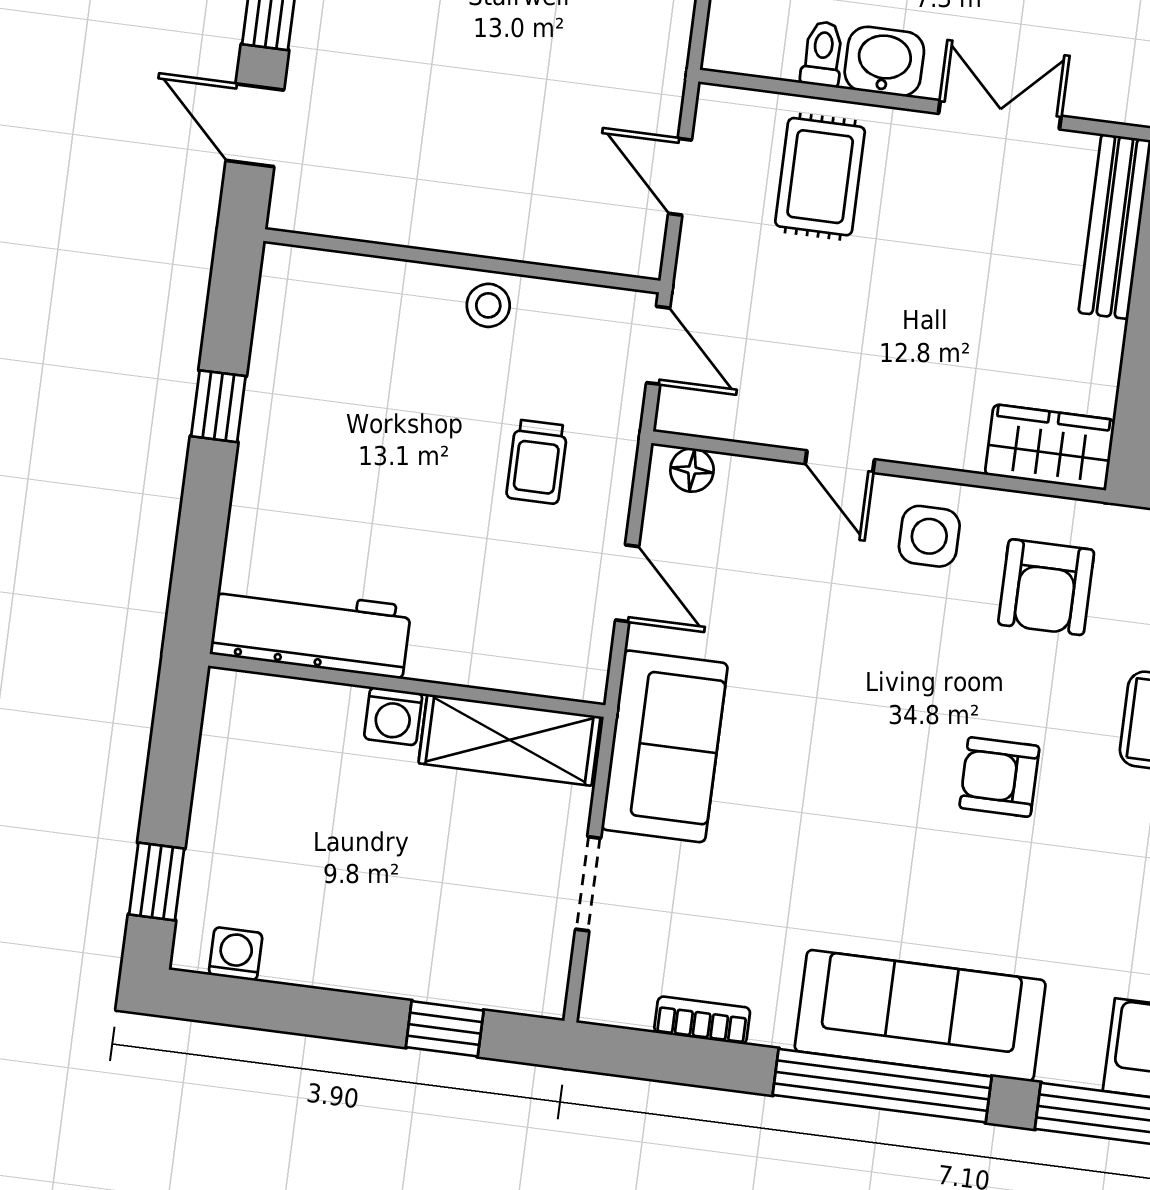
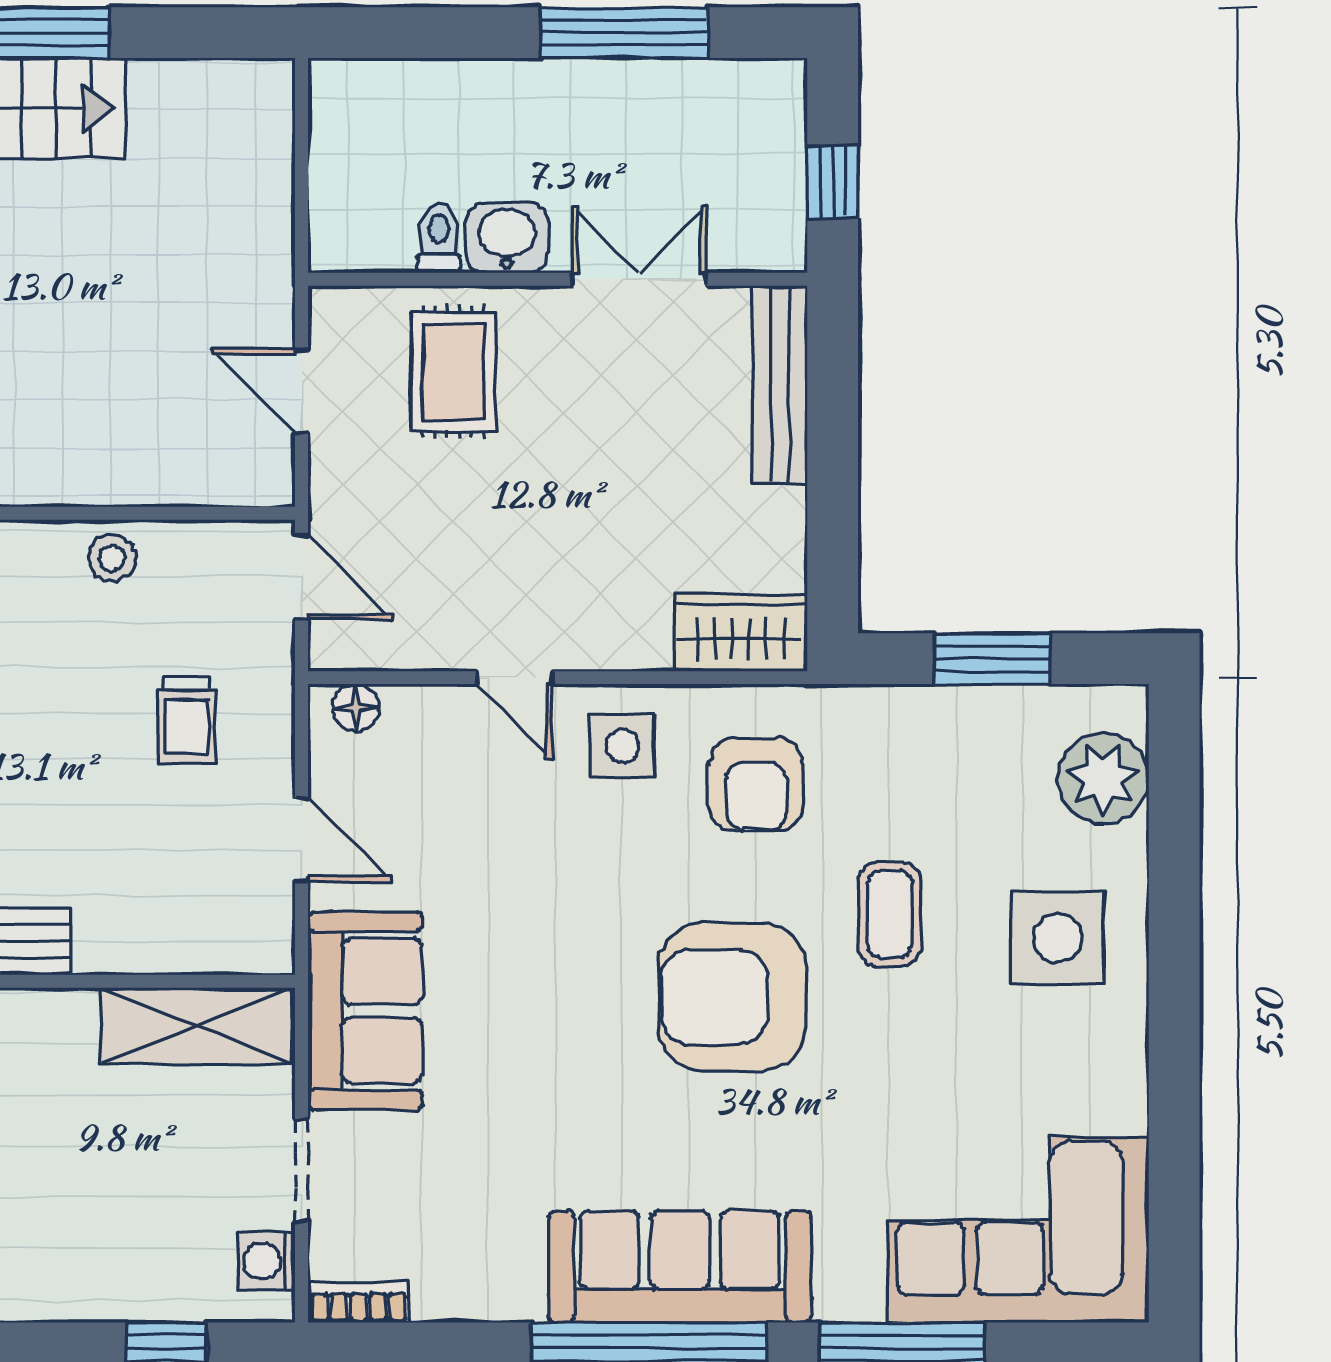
washing machine: (393, 716) -> (266, 1261), moved, turned 90
armchair: (999, 777) -> (732, 997), width x1.88, depth x1.88
bookcase: (702, 1020) -> (359, 1302), moved

